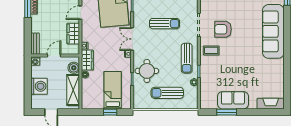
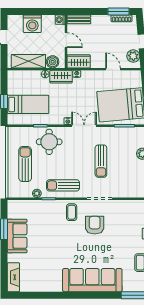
wardrobe: (73, 34) -> (79, 61), moved

